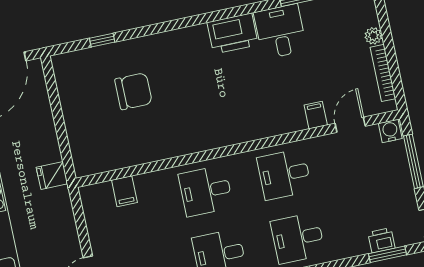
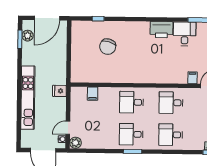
chair: (133, 91) -> (108, 47), turned 106
fridge: (52, 176) -> (59, 91), moved

